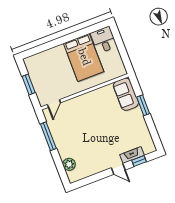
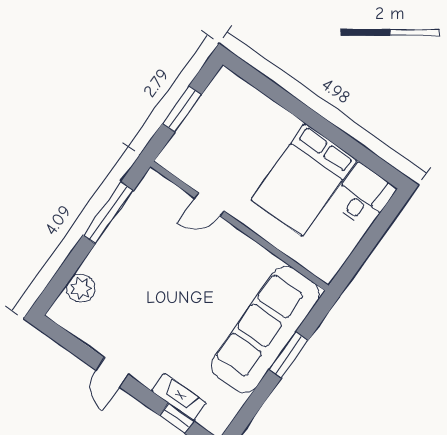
sofa: (126, 94) -> (265, 329), width x1.85, depth x1.27
door: (54, 104) -> (209, 205), moved
door: (118, 169) -> (112, 372), moved

